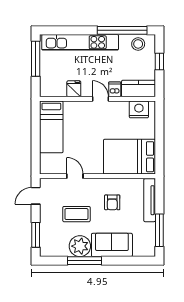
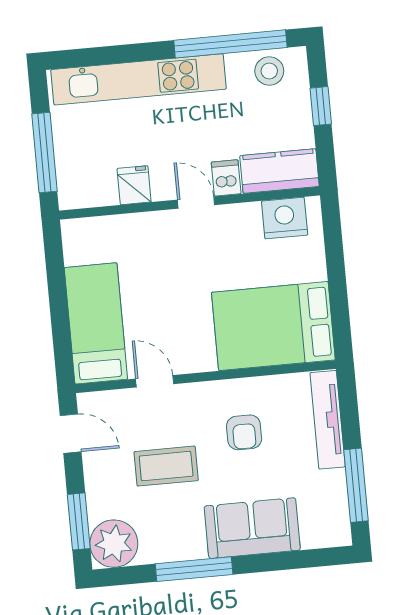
window: (36, 59) -> (44, 153), moved
bed: (51, 127) -> (96, 323), moved, turned 180
door: (36, 196) -> (71, 434), swing flipped
plant: (80, 246) -> (114, 544), moved

